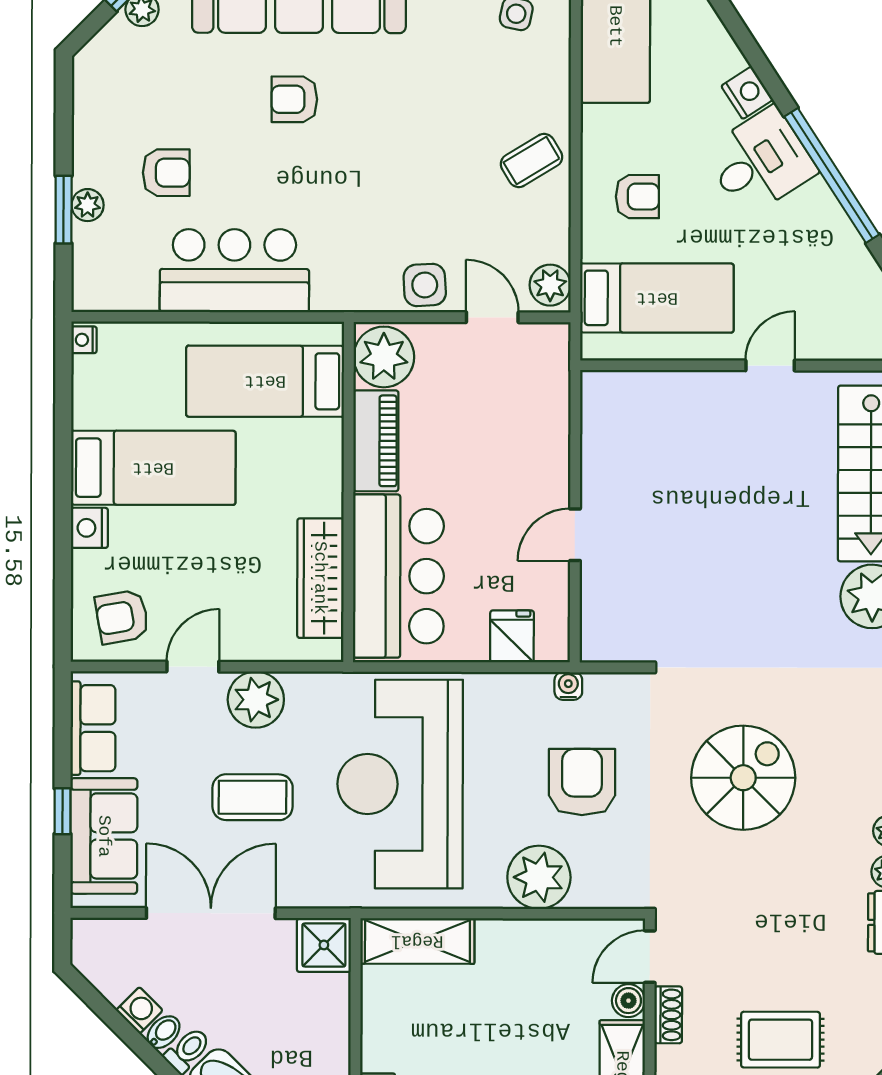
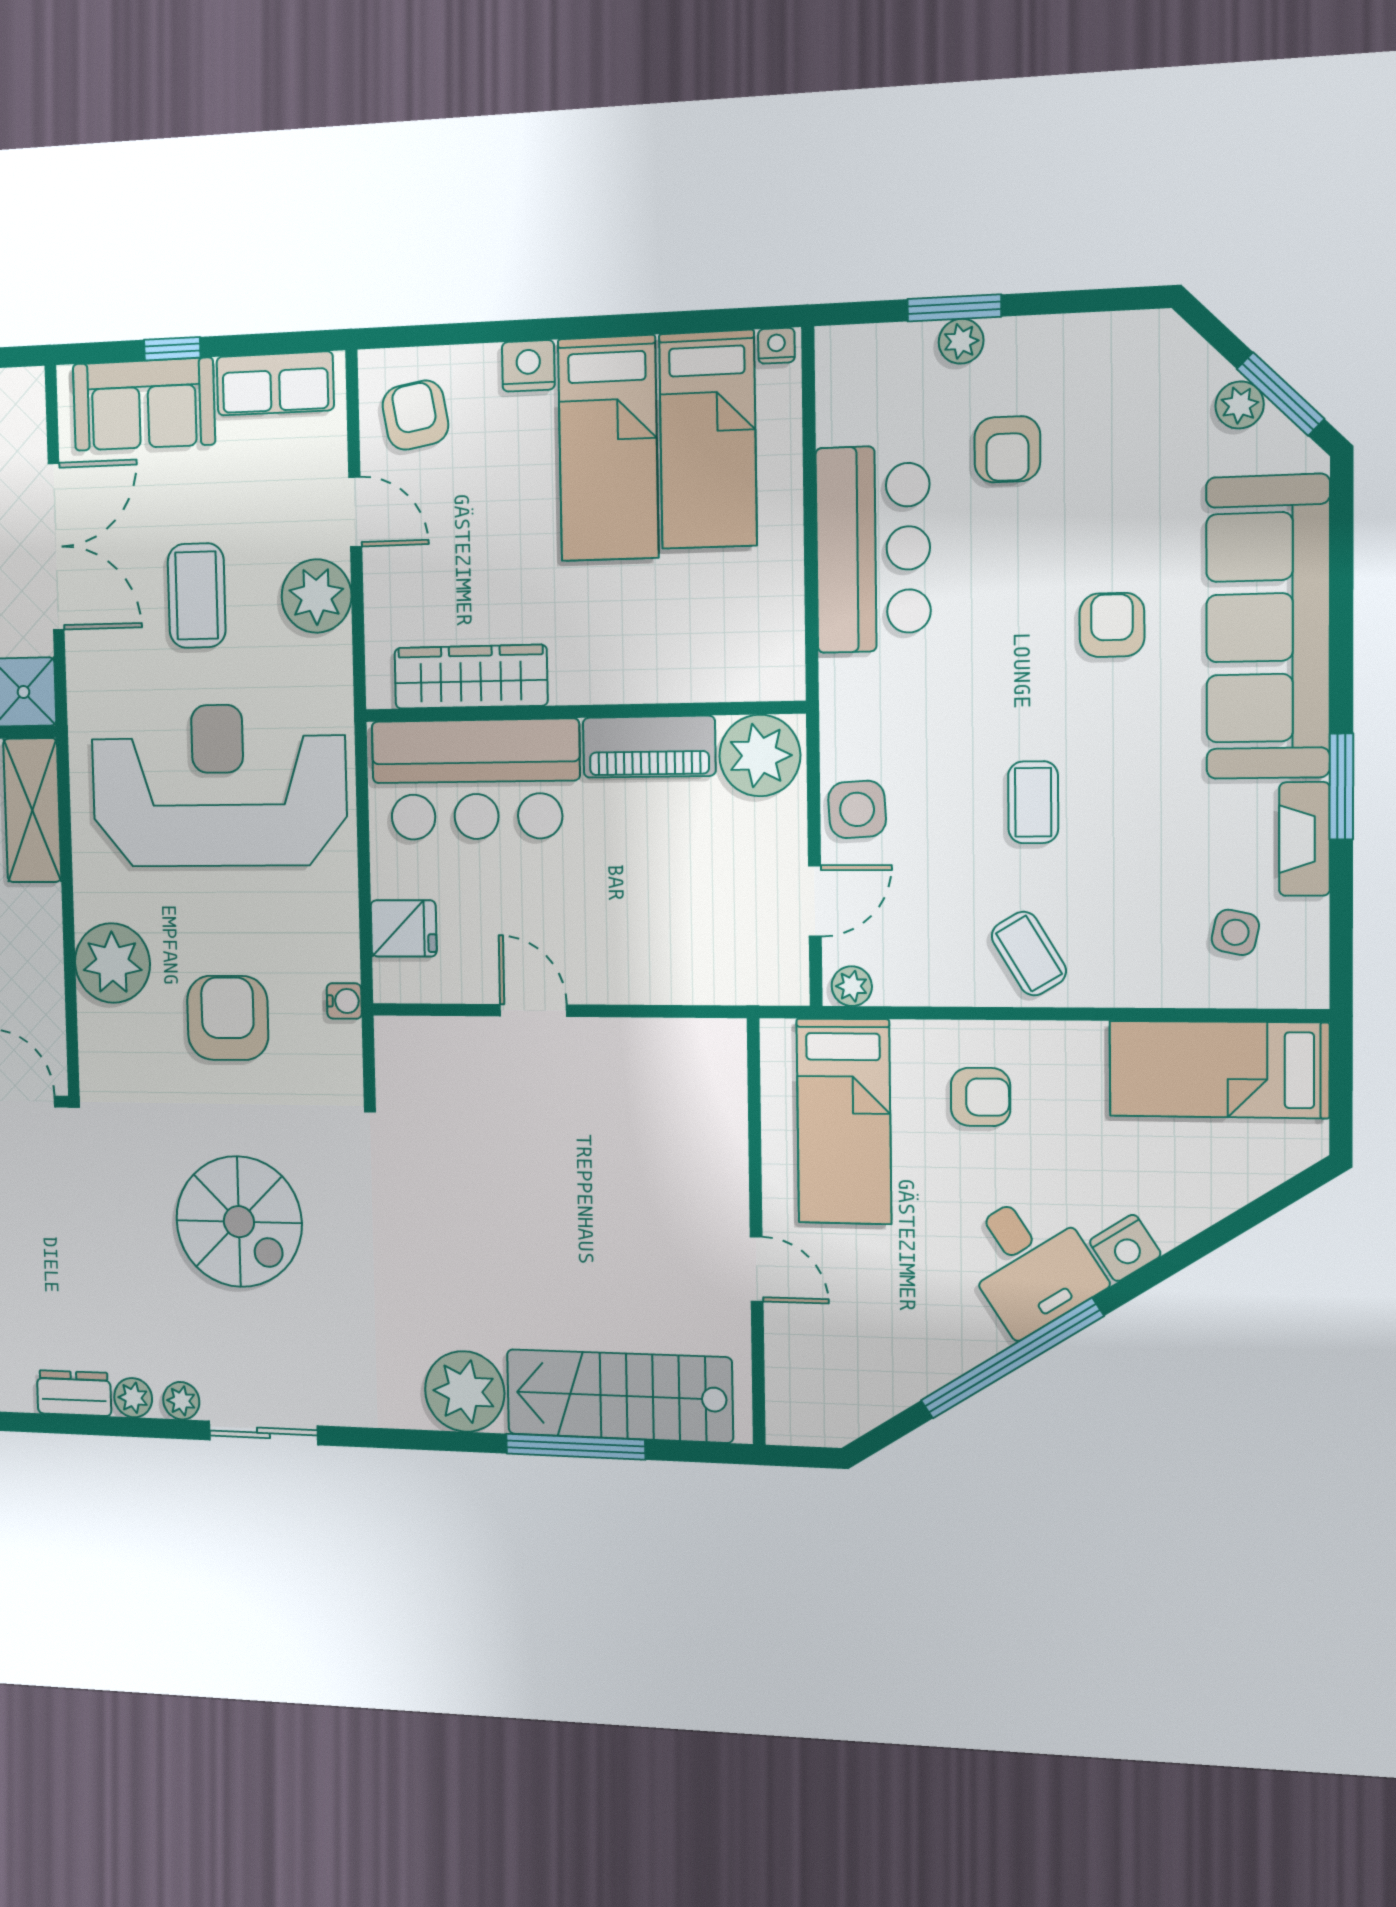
coffee table: (421, 156) -> (1033, 802), added
armchair: (637, 197) -> (981, 1097), turned -90
plant: (550, 285) -> (852, 986), width x0.73, depth x0.73
bed: (265, 381) -> (708, 440), moved, turned 180
armchair: (582, 782) -> (228, 1018), turned -90

